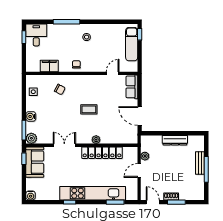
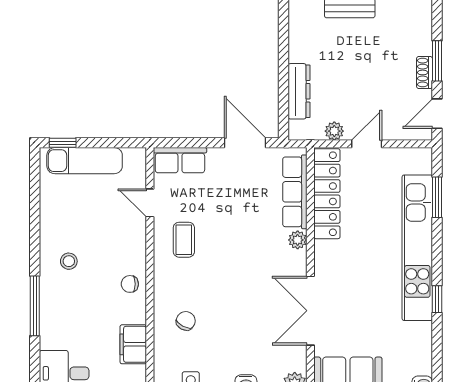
coffee table: (89, 109) -> (184, 240), moved
door: (140, 116) -> (245, 143), swing flipped
row of seats: (118, 138) -> (295, 192), added
dresser: (175, 140) -> (299, 91), moved
double door: (64, 145) -> (310, 311), width x1.37
locker: (102, 153) -> (327, 194), moved
door: (139, 171) -> (367, 144), swing flipped

